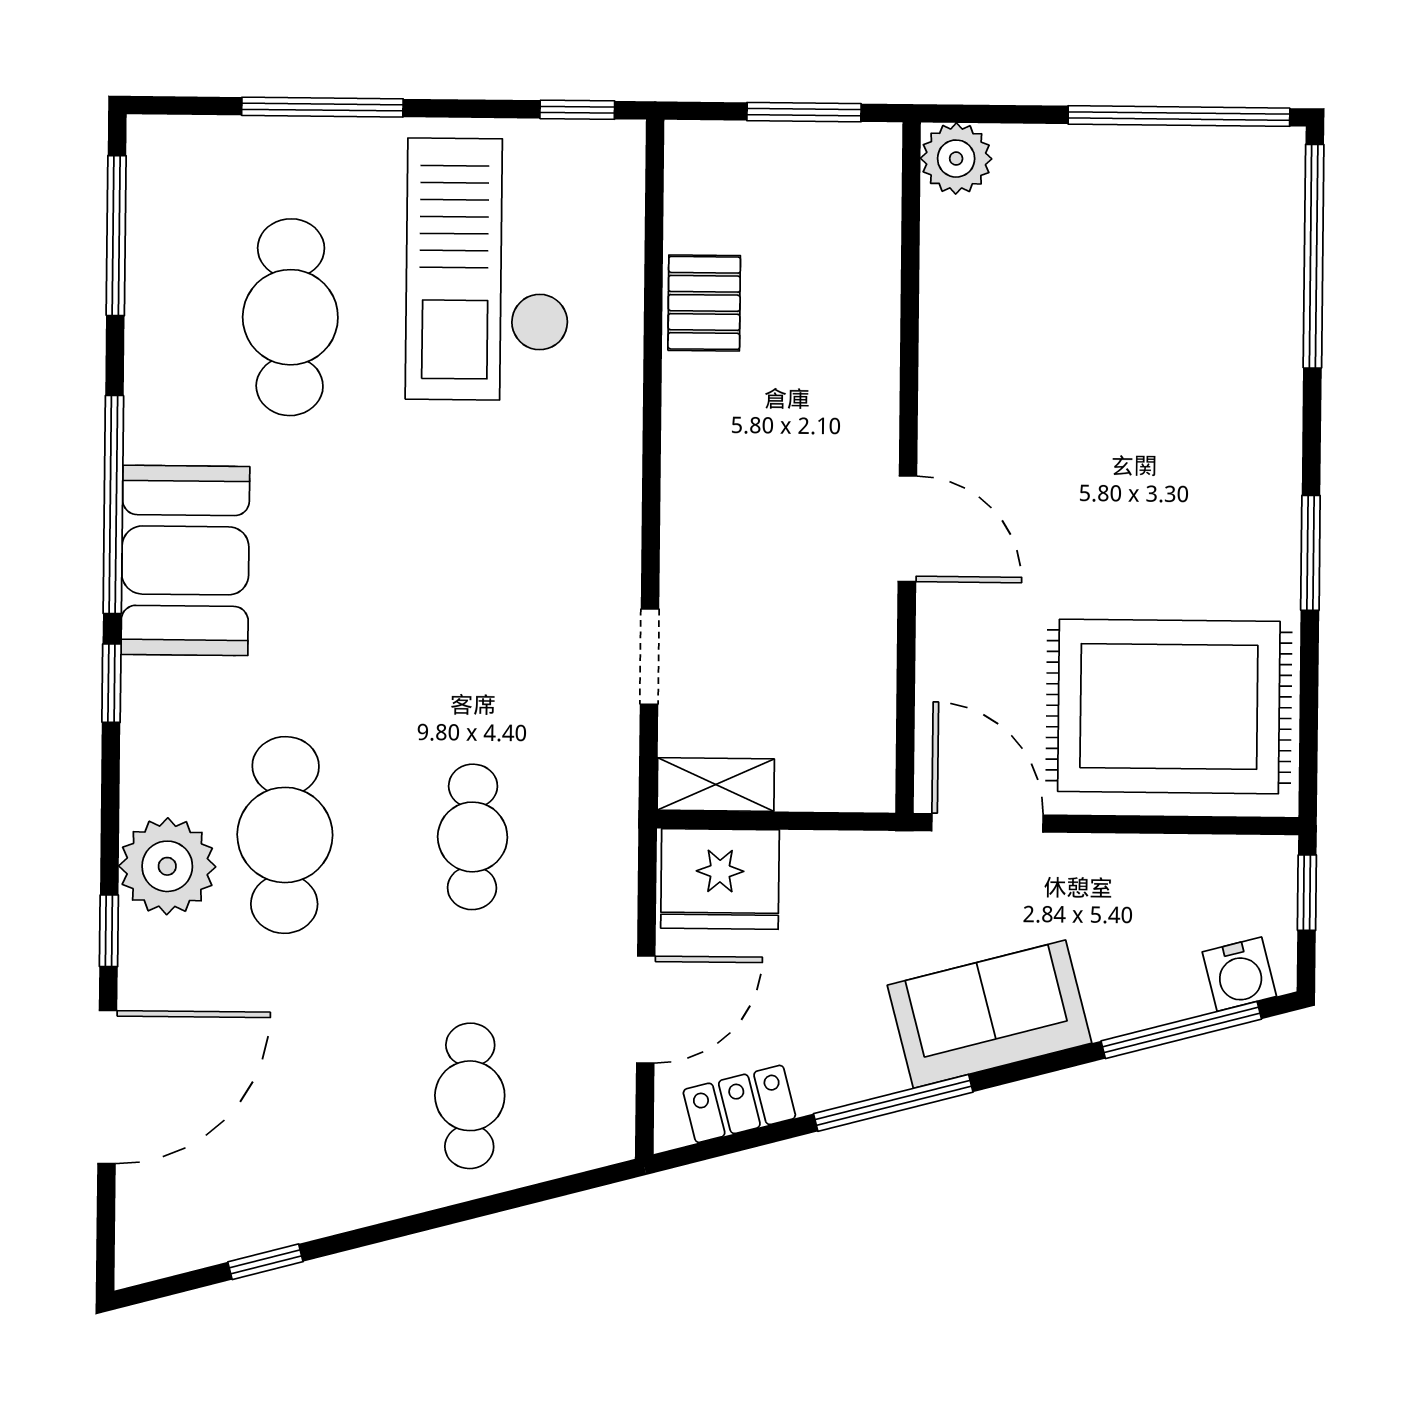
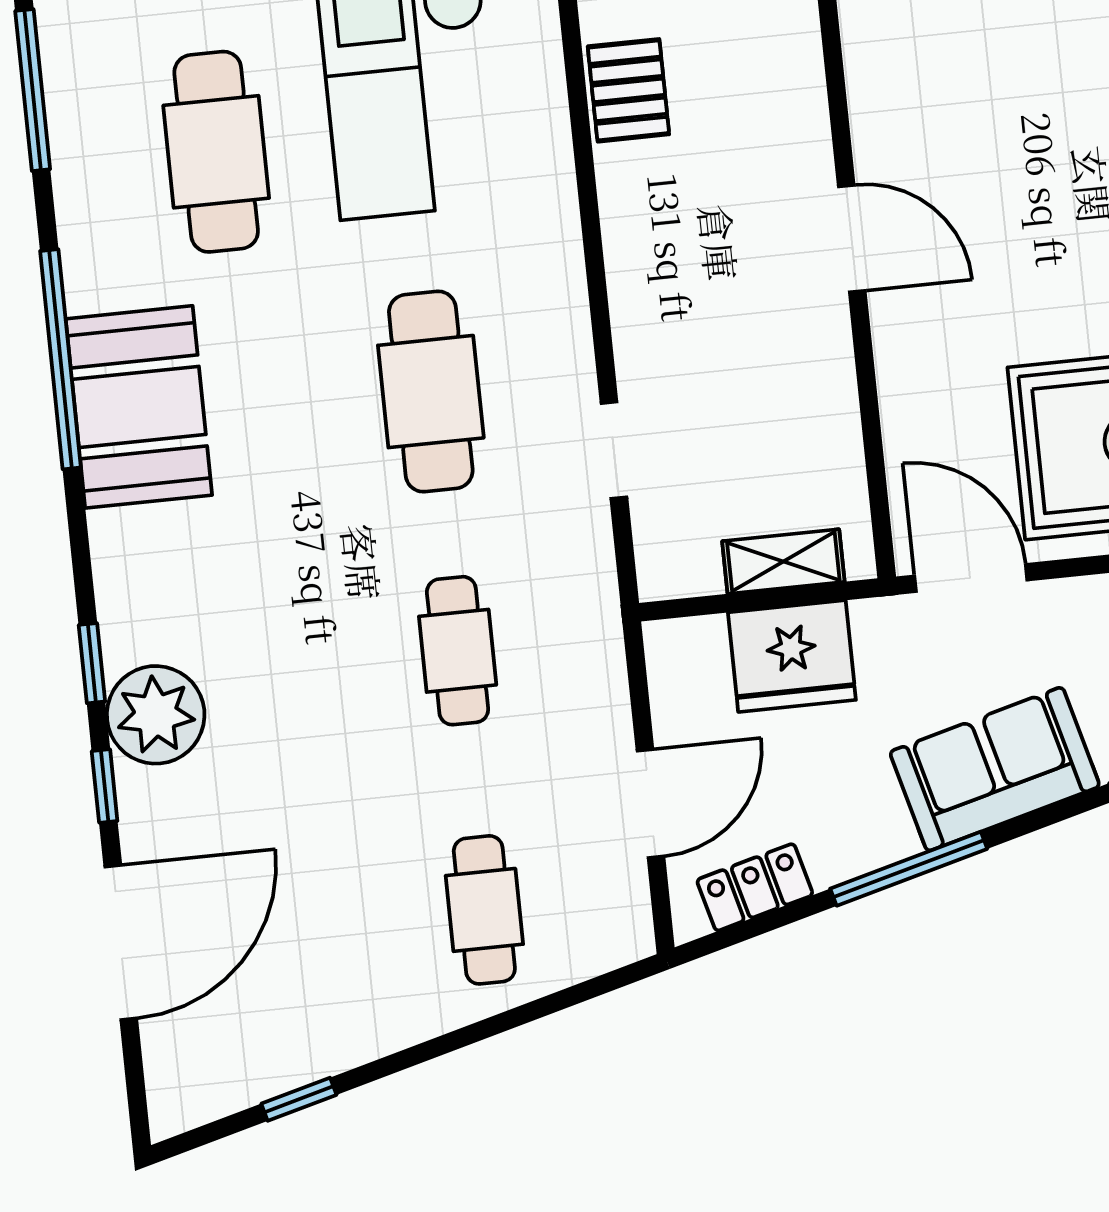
door: (907, 529) -> (852, 239), moved
window: (111, 683) -> (92, 663), moved
shelving: (716, 785) -> (783, 562), moved
cafe table: (285, 835) -> (431, 392), moved
fridge: (720, 879) -> (792, 656), moved

